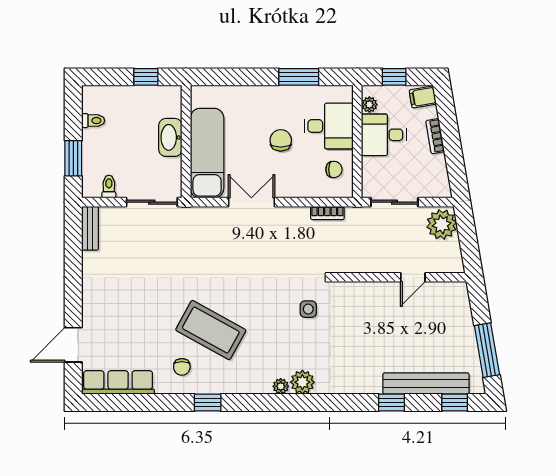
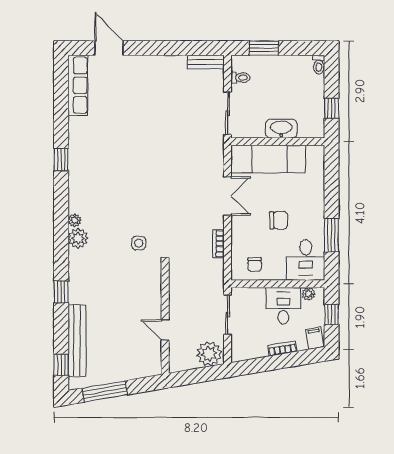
toilet: (93, 121) -> (319, 65), moved
desk: (329, 126) -> (306, 260), moved
bookcase: (327, 213) -> (218, 244), moved
coffee table: (211, 330) -> (121, 162), removed
chair: (182, 367) -> (91, 138), removed
window: (391, 403) -> (61, 292), moved

